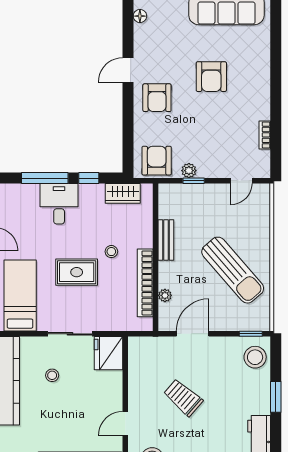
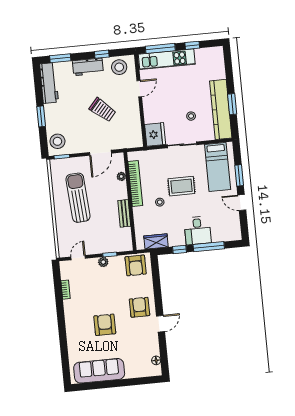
plant: (189, 171) -> (103, 262), moved
sun lounger: (233, 270) -> (78, 198), turned 37

